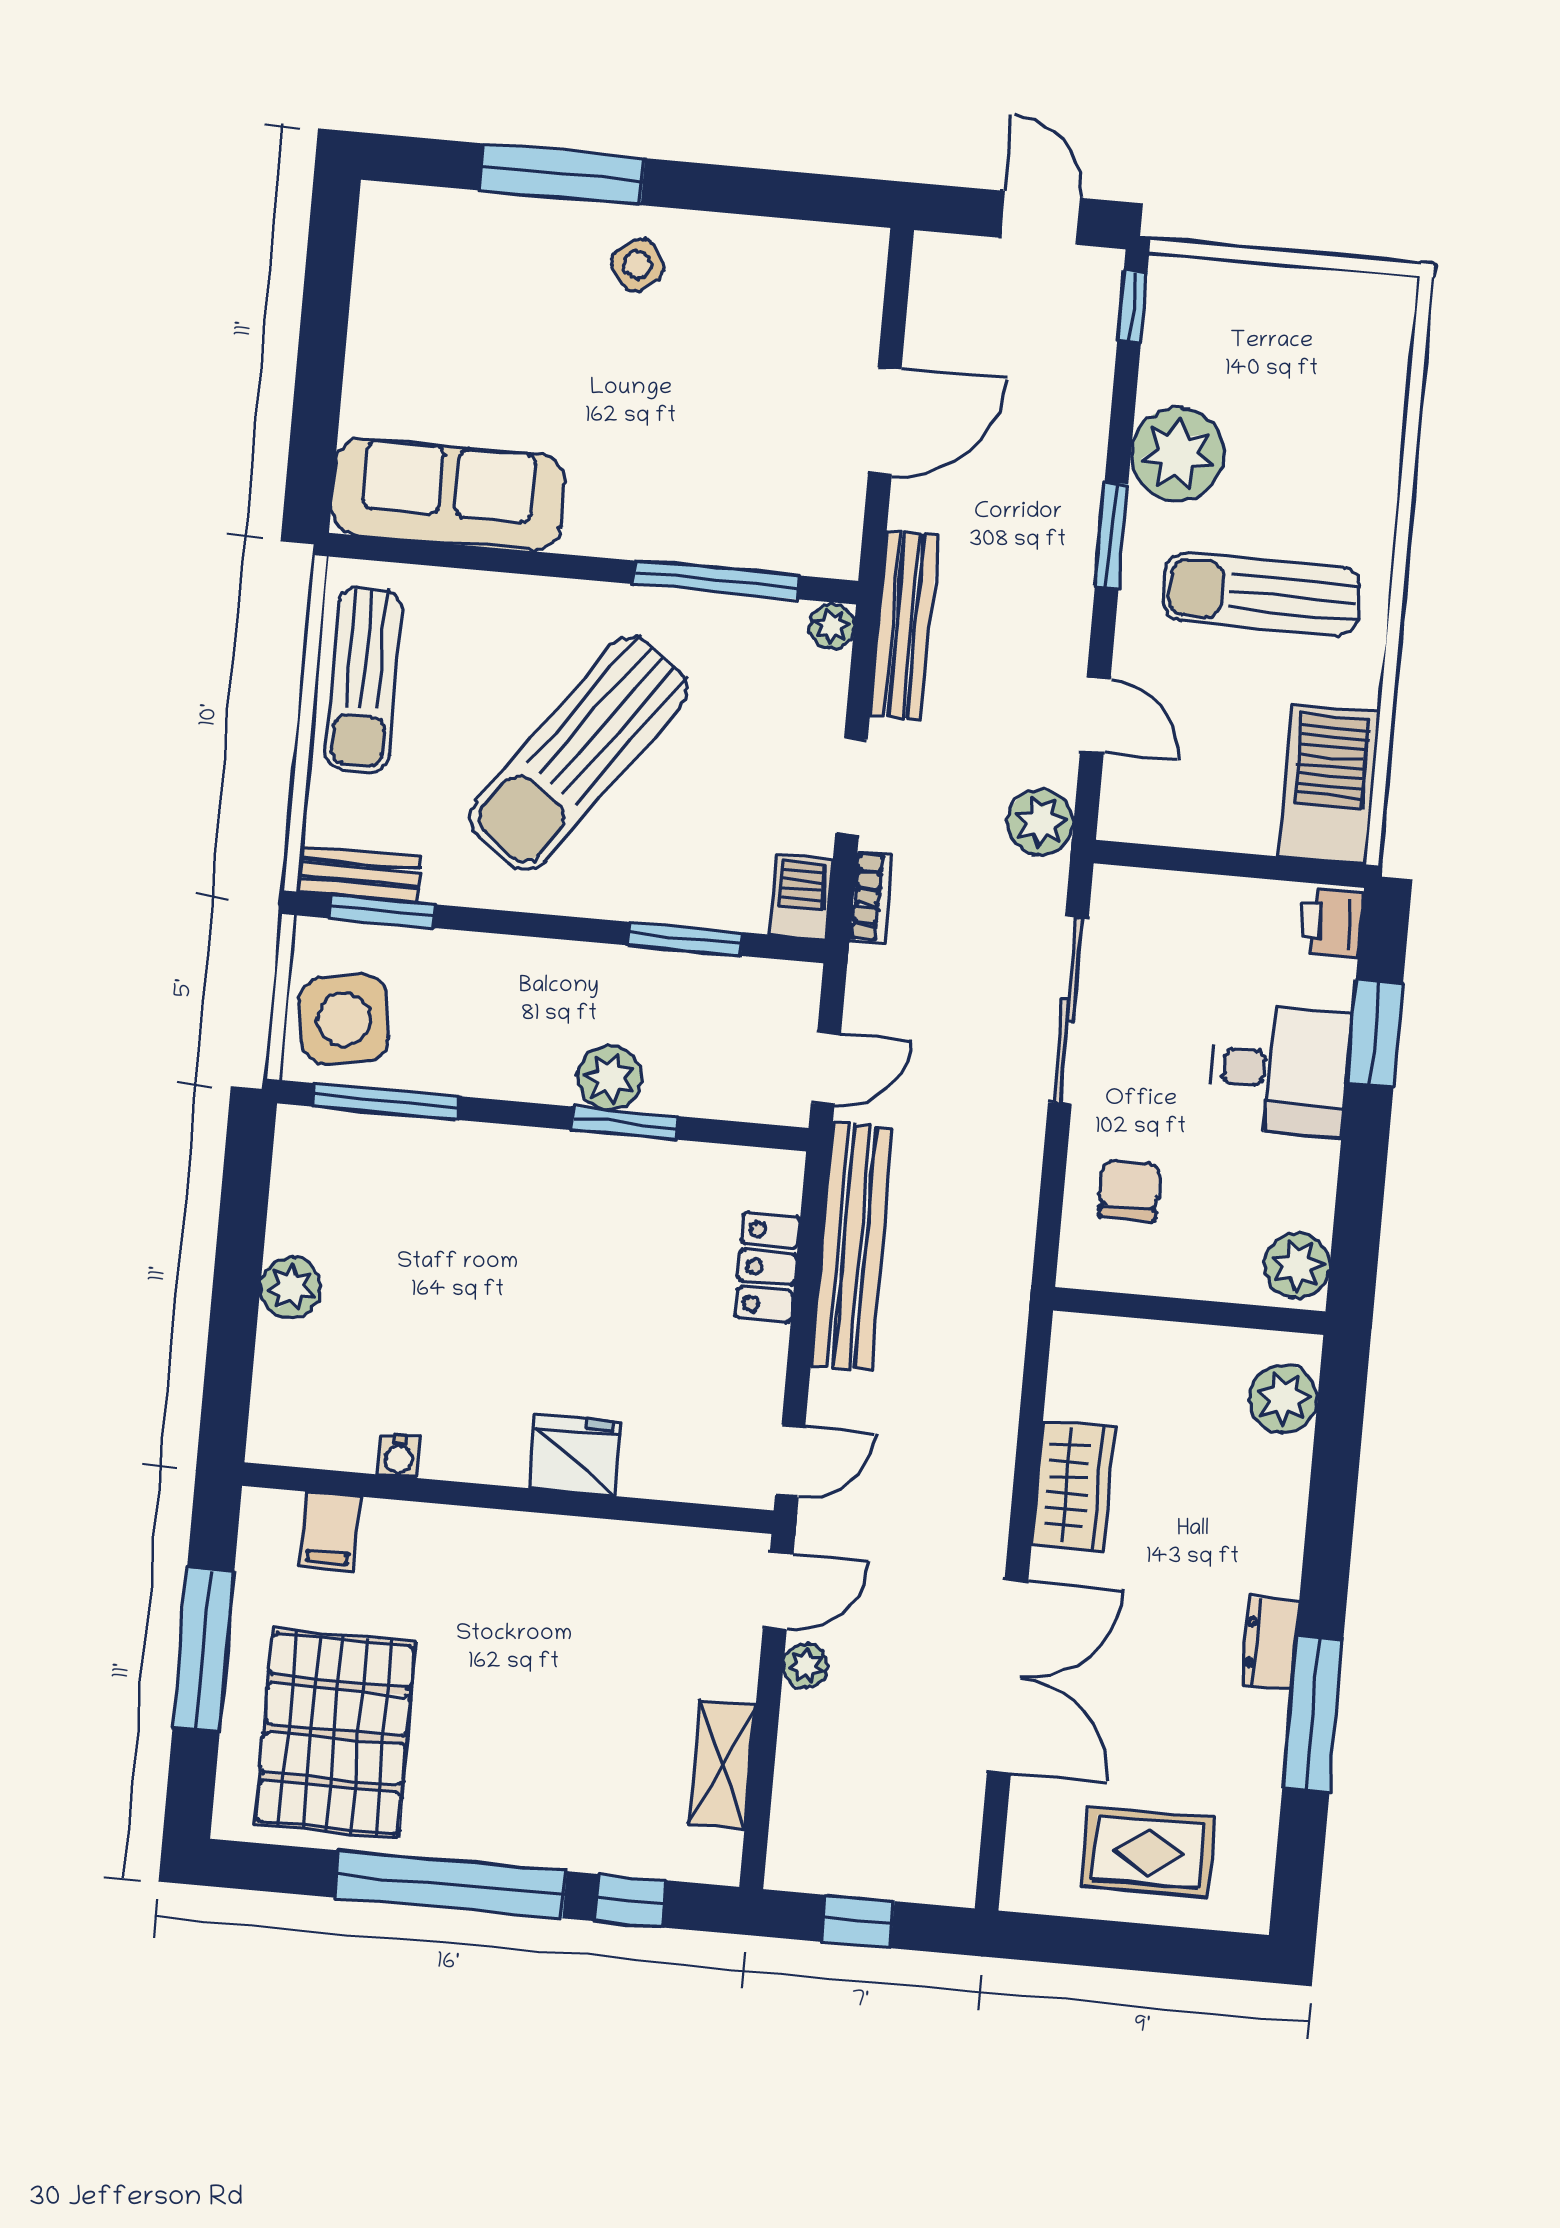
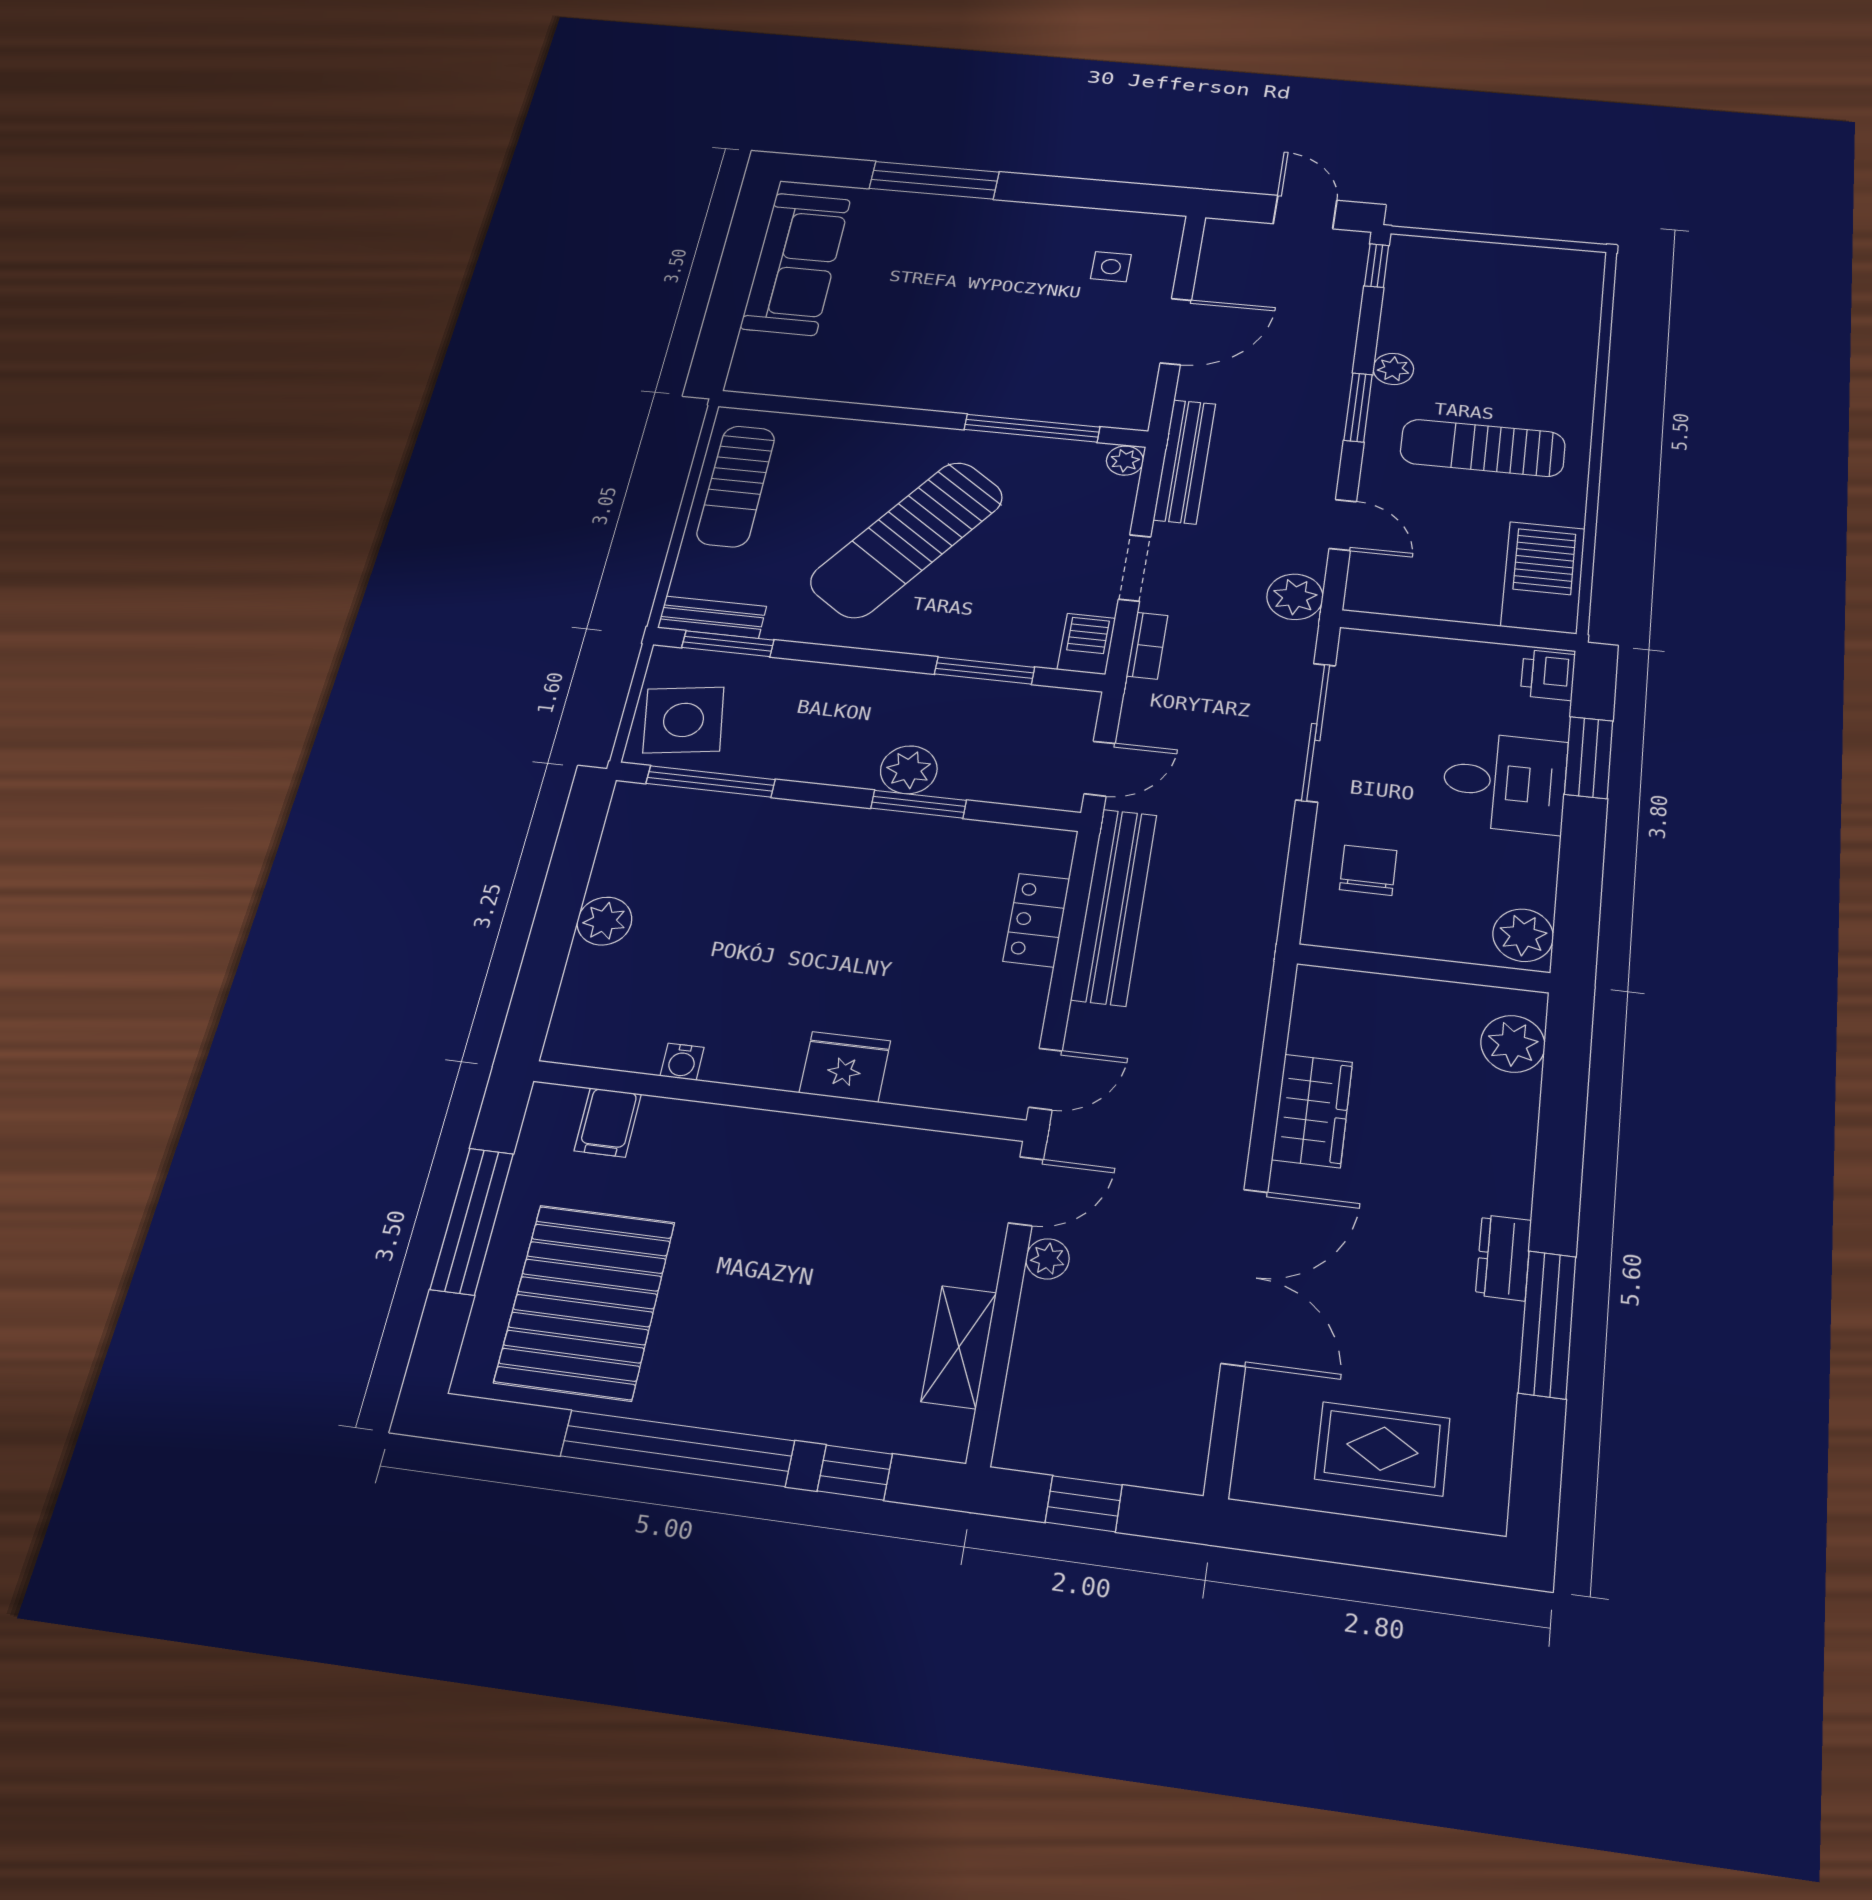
side table: (637, 265) -> (1111, 267), moved, turned 33
plant: (1177, 454) -> (1393, 369), width x0.53, depth x0.53
sofa: (448, 494) -> (796, 264), moved, turned 90

